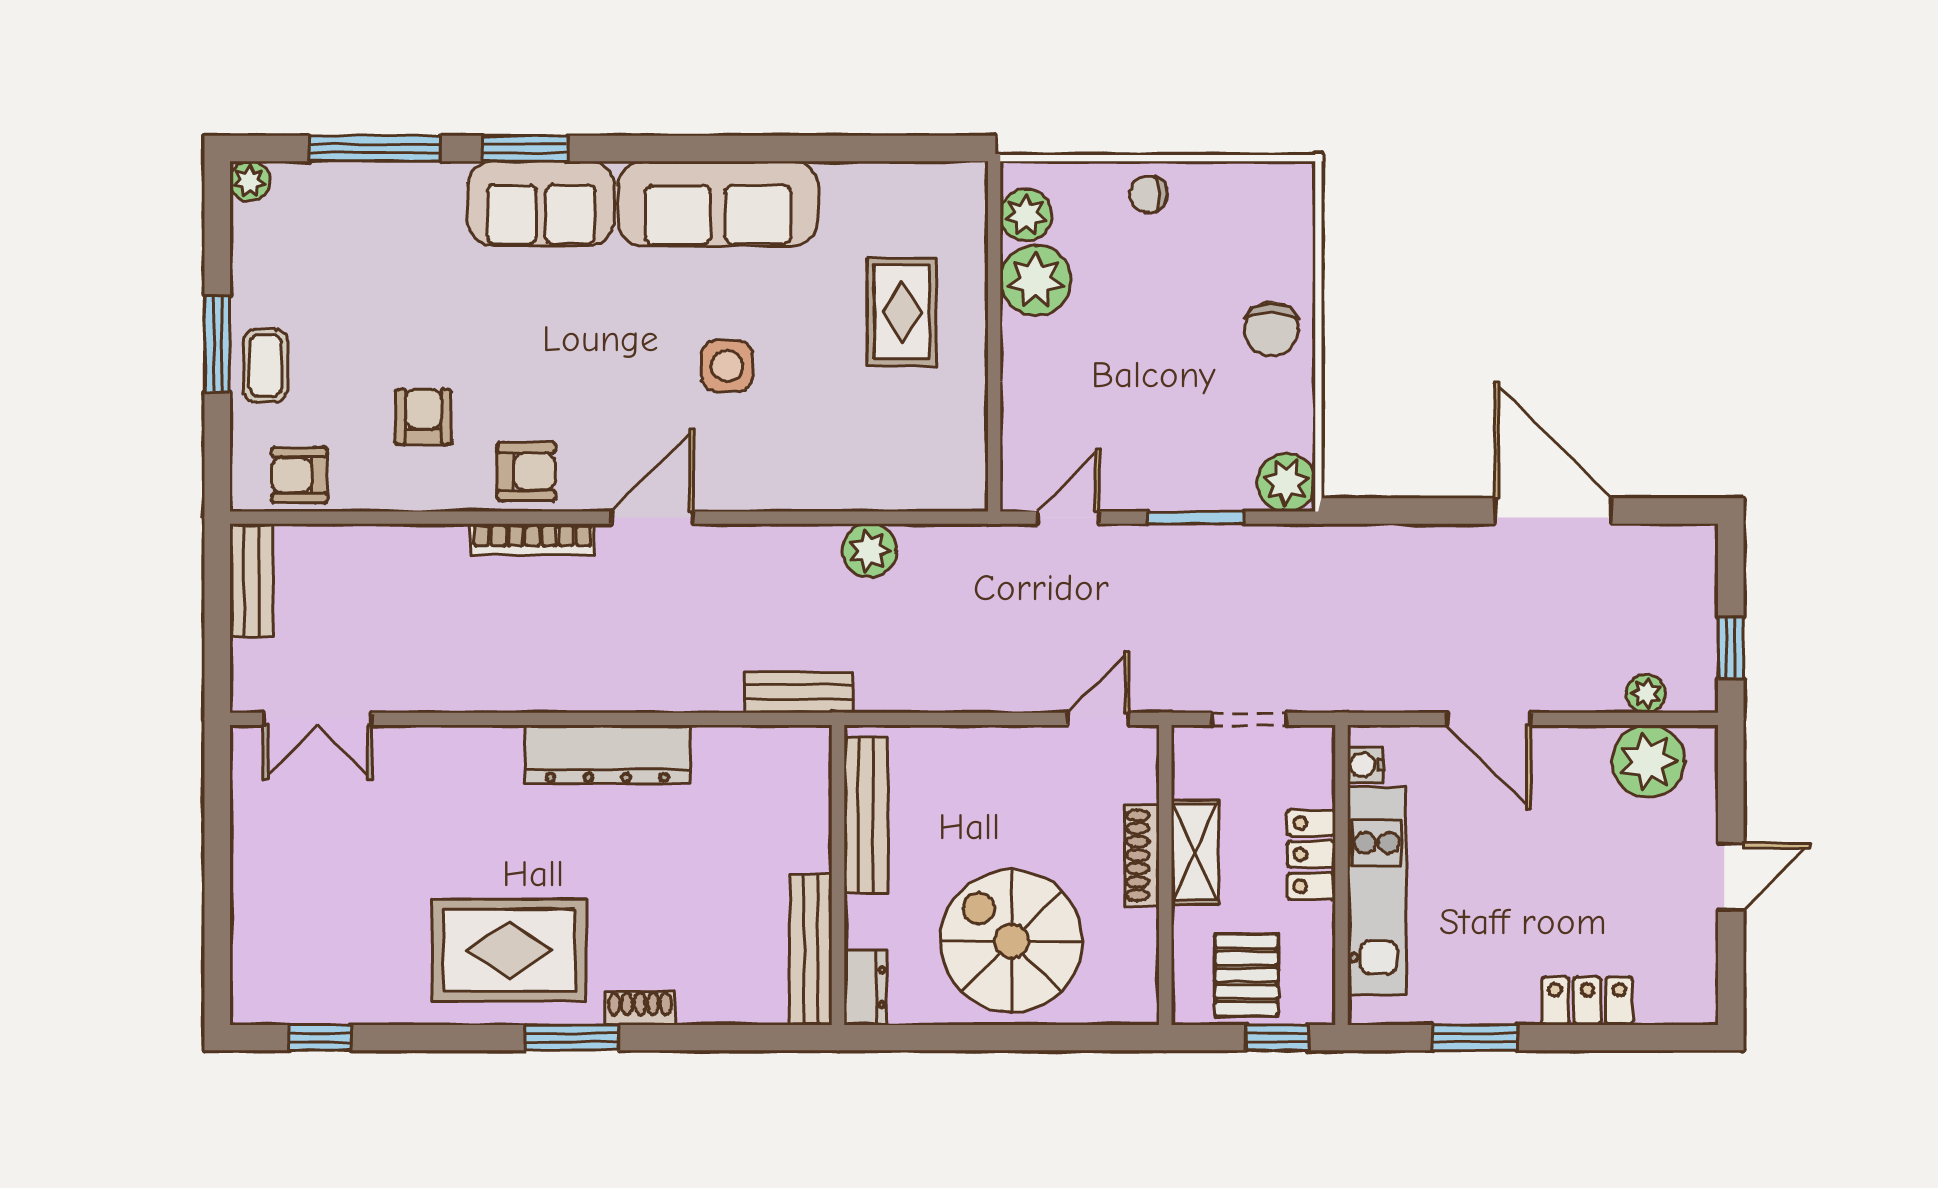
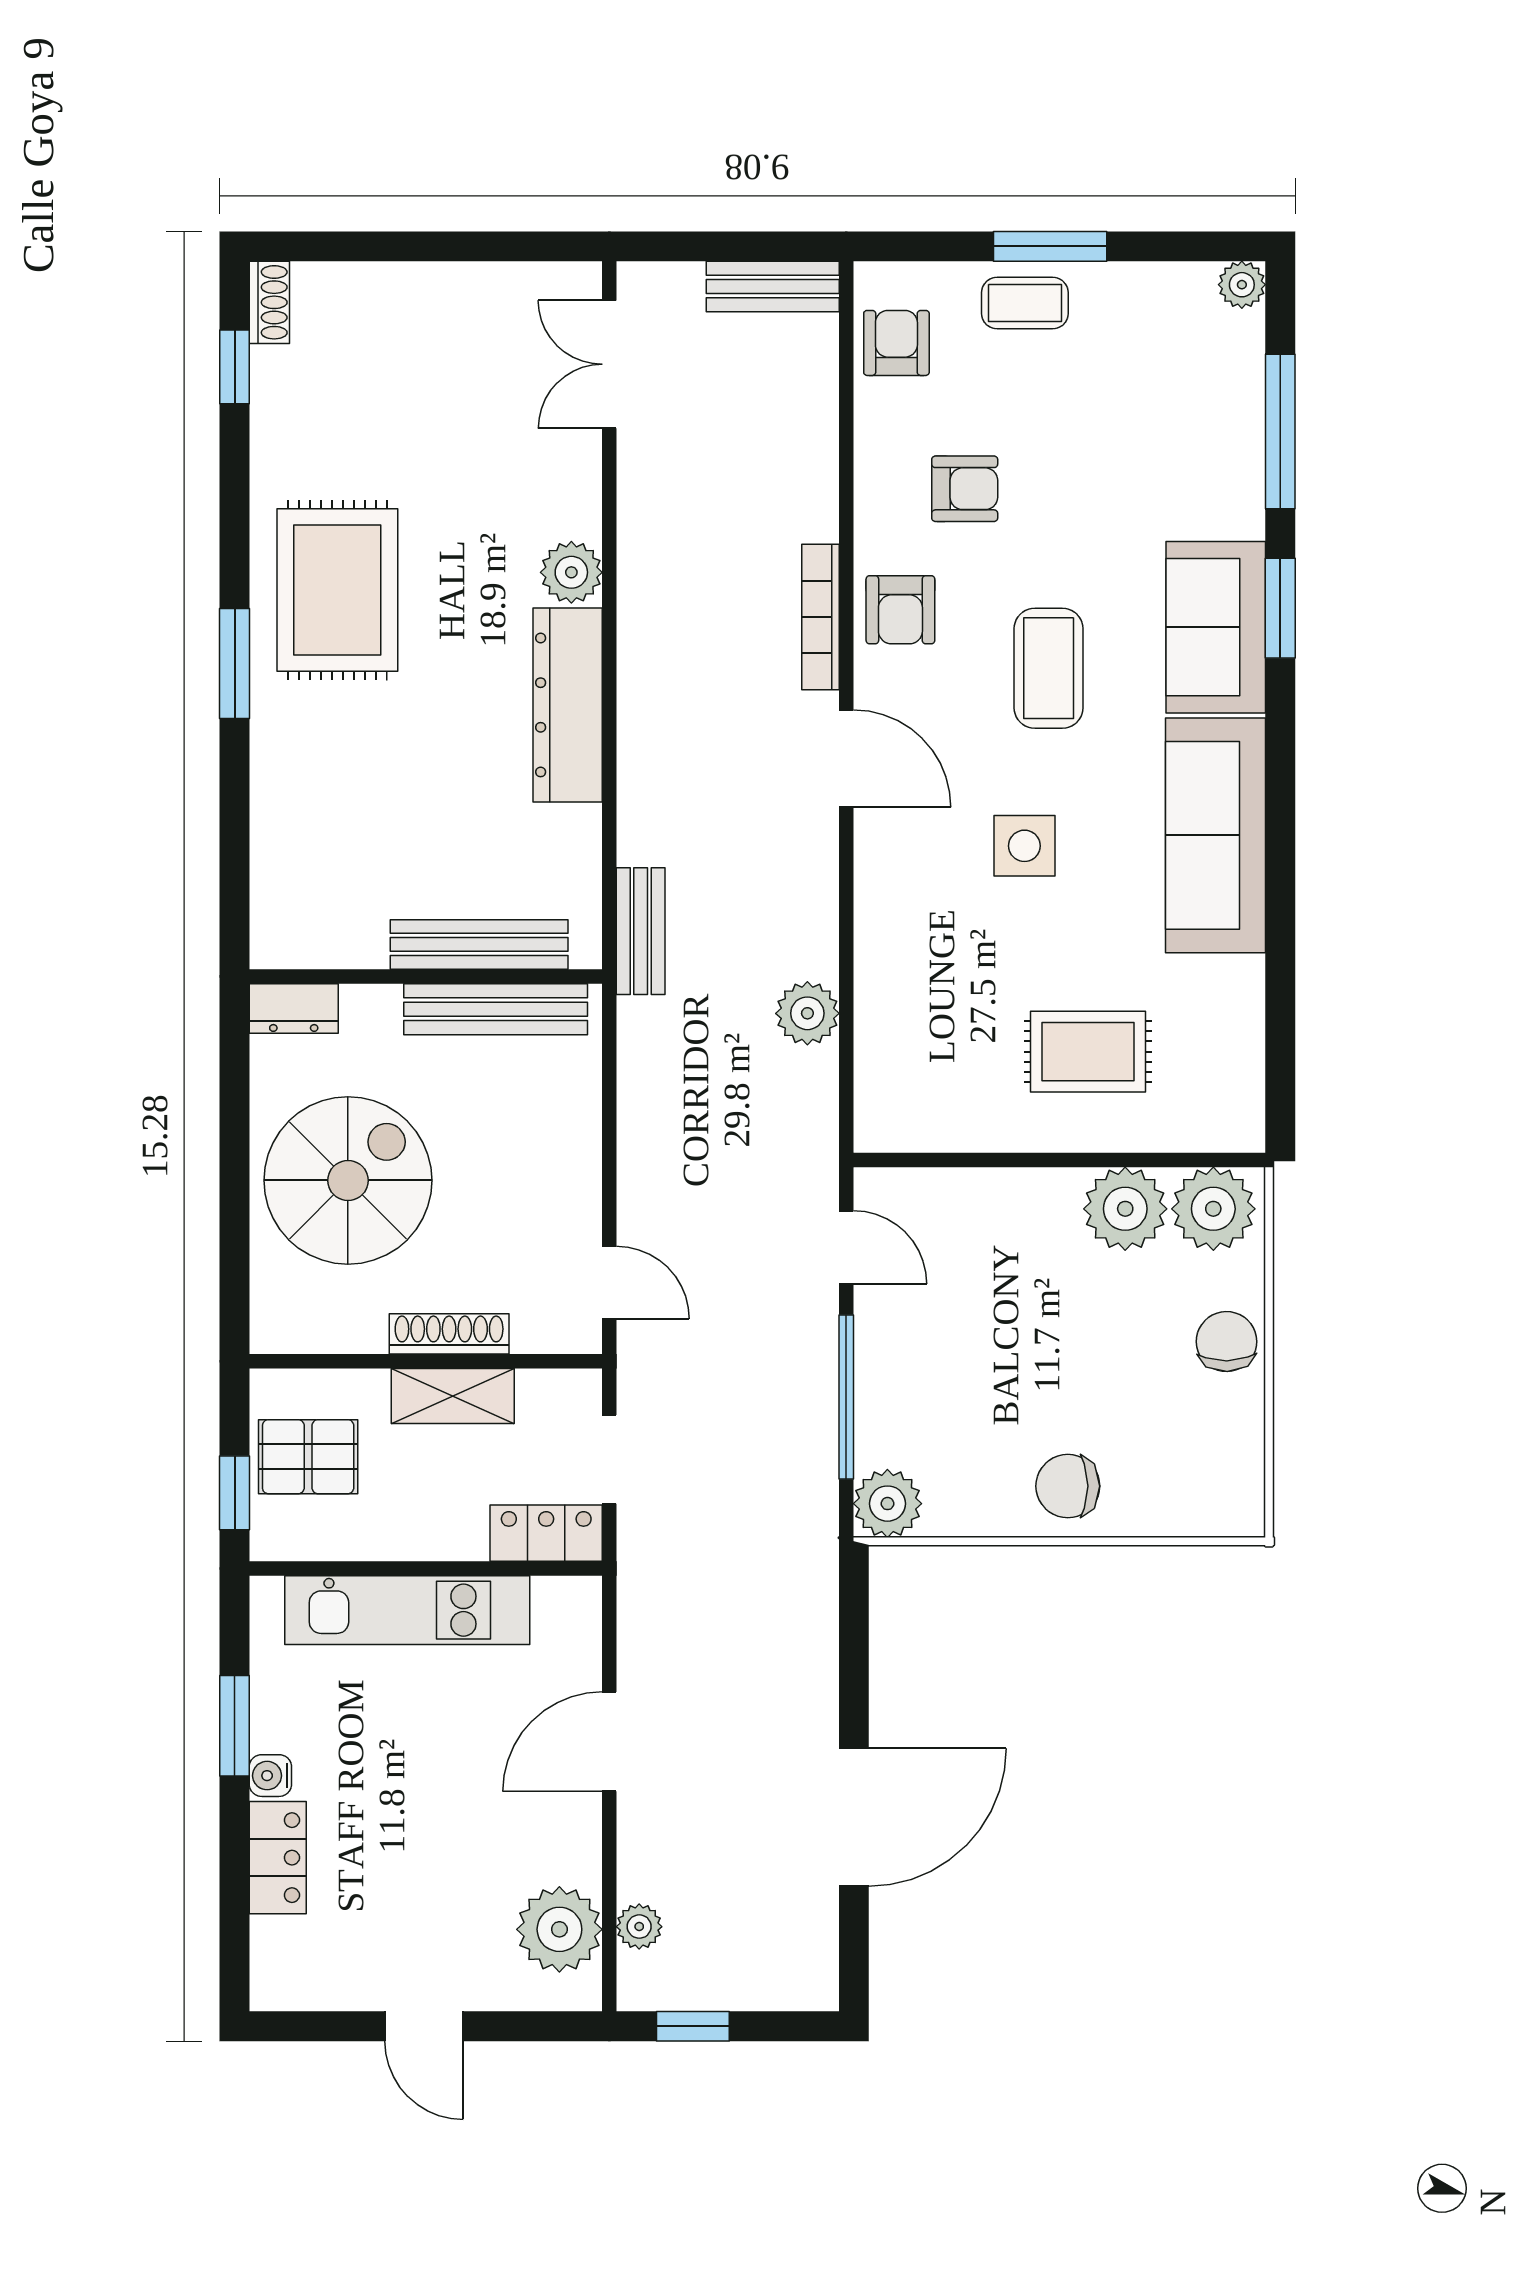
chair: (1148, 194) -> (1227, 1342), width x1.37, depth x1.37
plant: (1026, 215) -> (1213, 1209), width x1.36, depth x1.36
coffee table: (576, 345) -> (1049, 668), added
window: (1196, 518) -> (846, 1397), width x1.44
plant: (494, 751) -> (571, 572), added
water cooler: (1365, 765) -> (270, 1776), moved, turned -90
locker: (1311, 855) -> (546, 1533), moved
bench: (811, 950) -> (479, 944), moved
shoe rack: (640, 1008) -> (269, 302), moved

